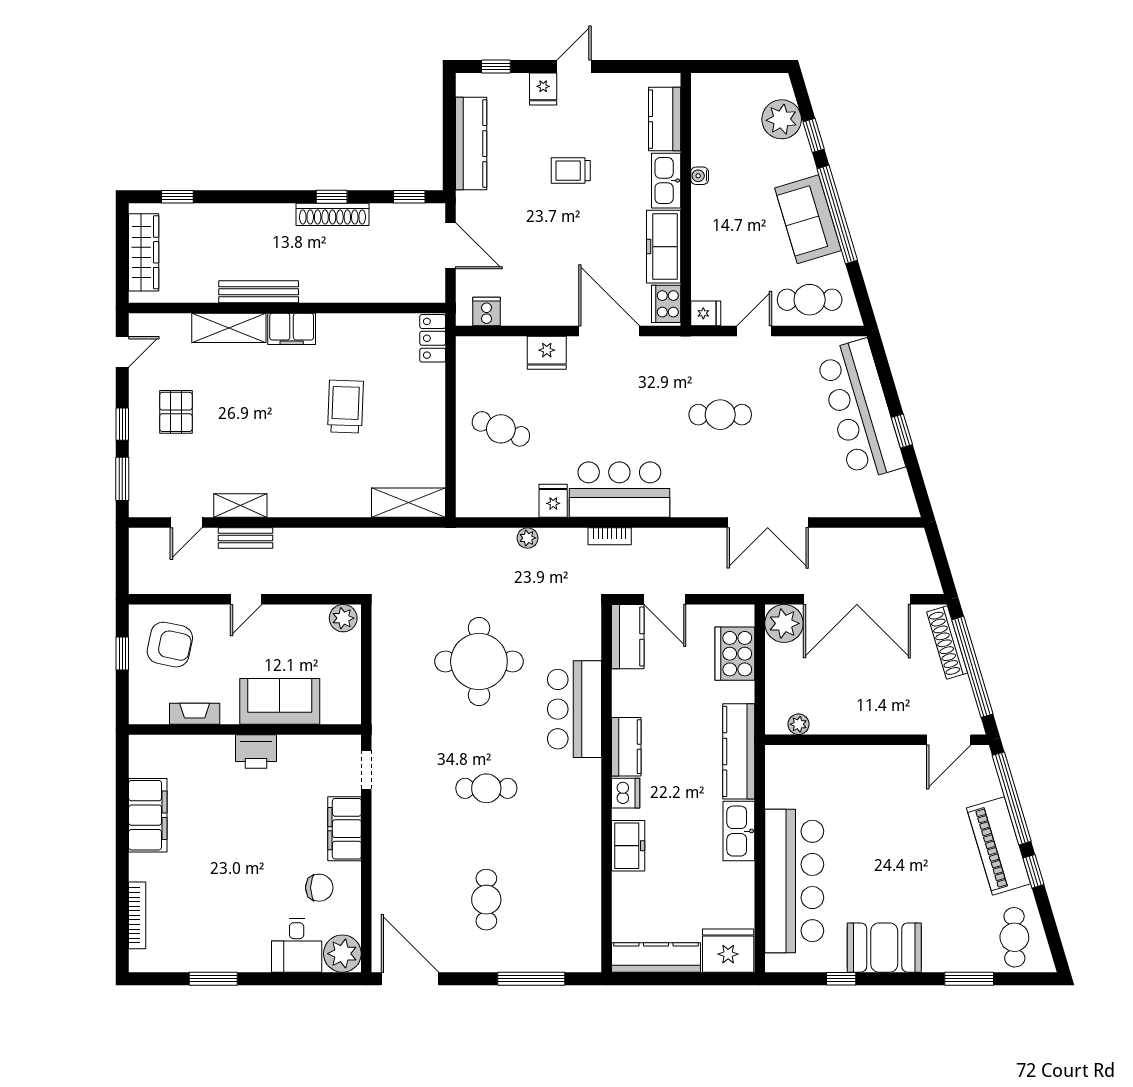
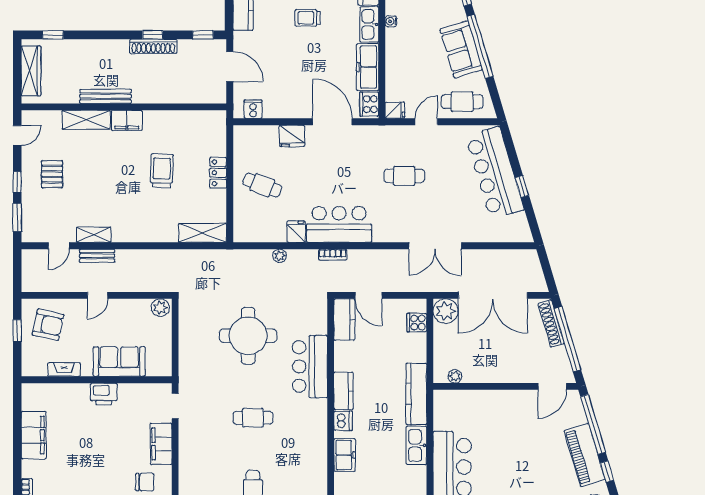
locker: (433, 338) -> (218, 173), moved
cooker: (735, 654) -> (417, 323), width x0.53, depth x0.76

